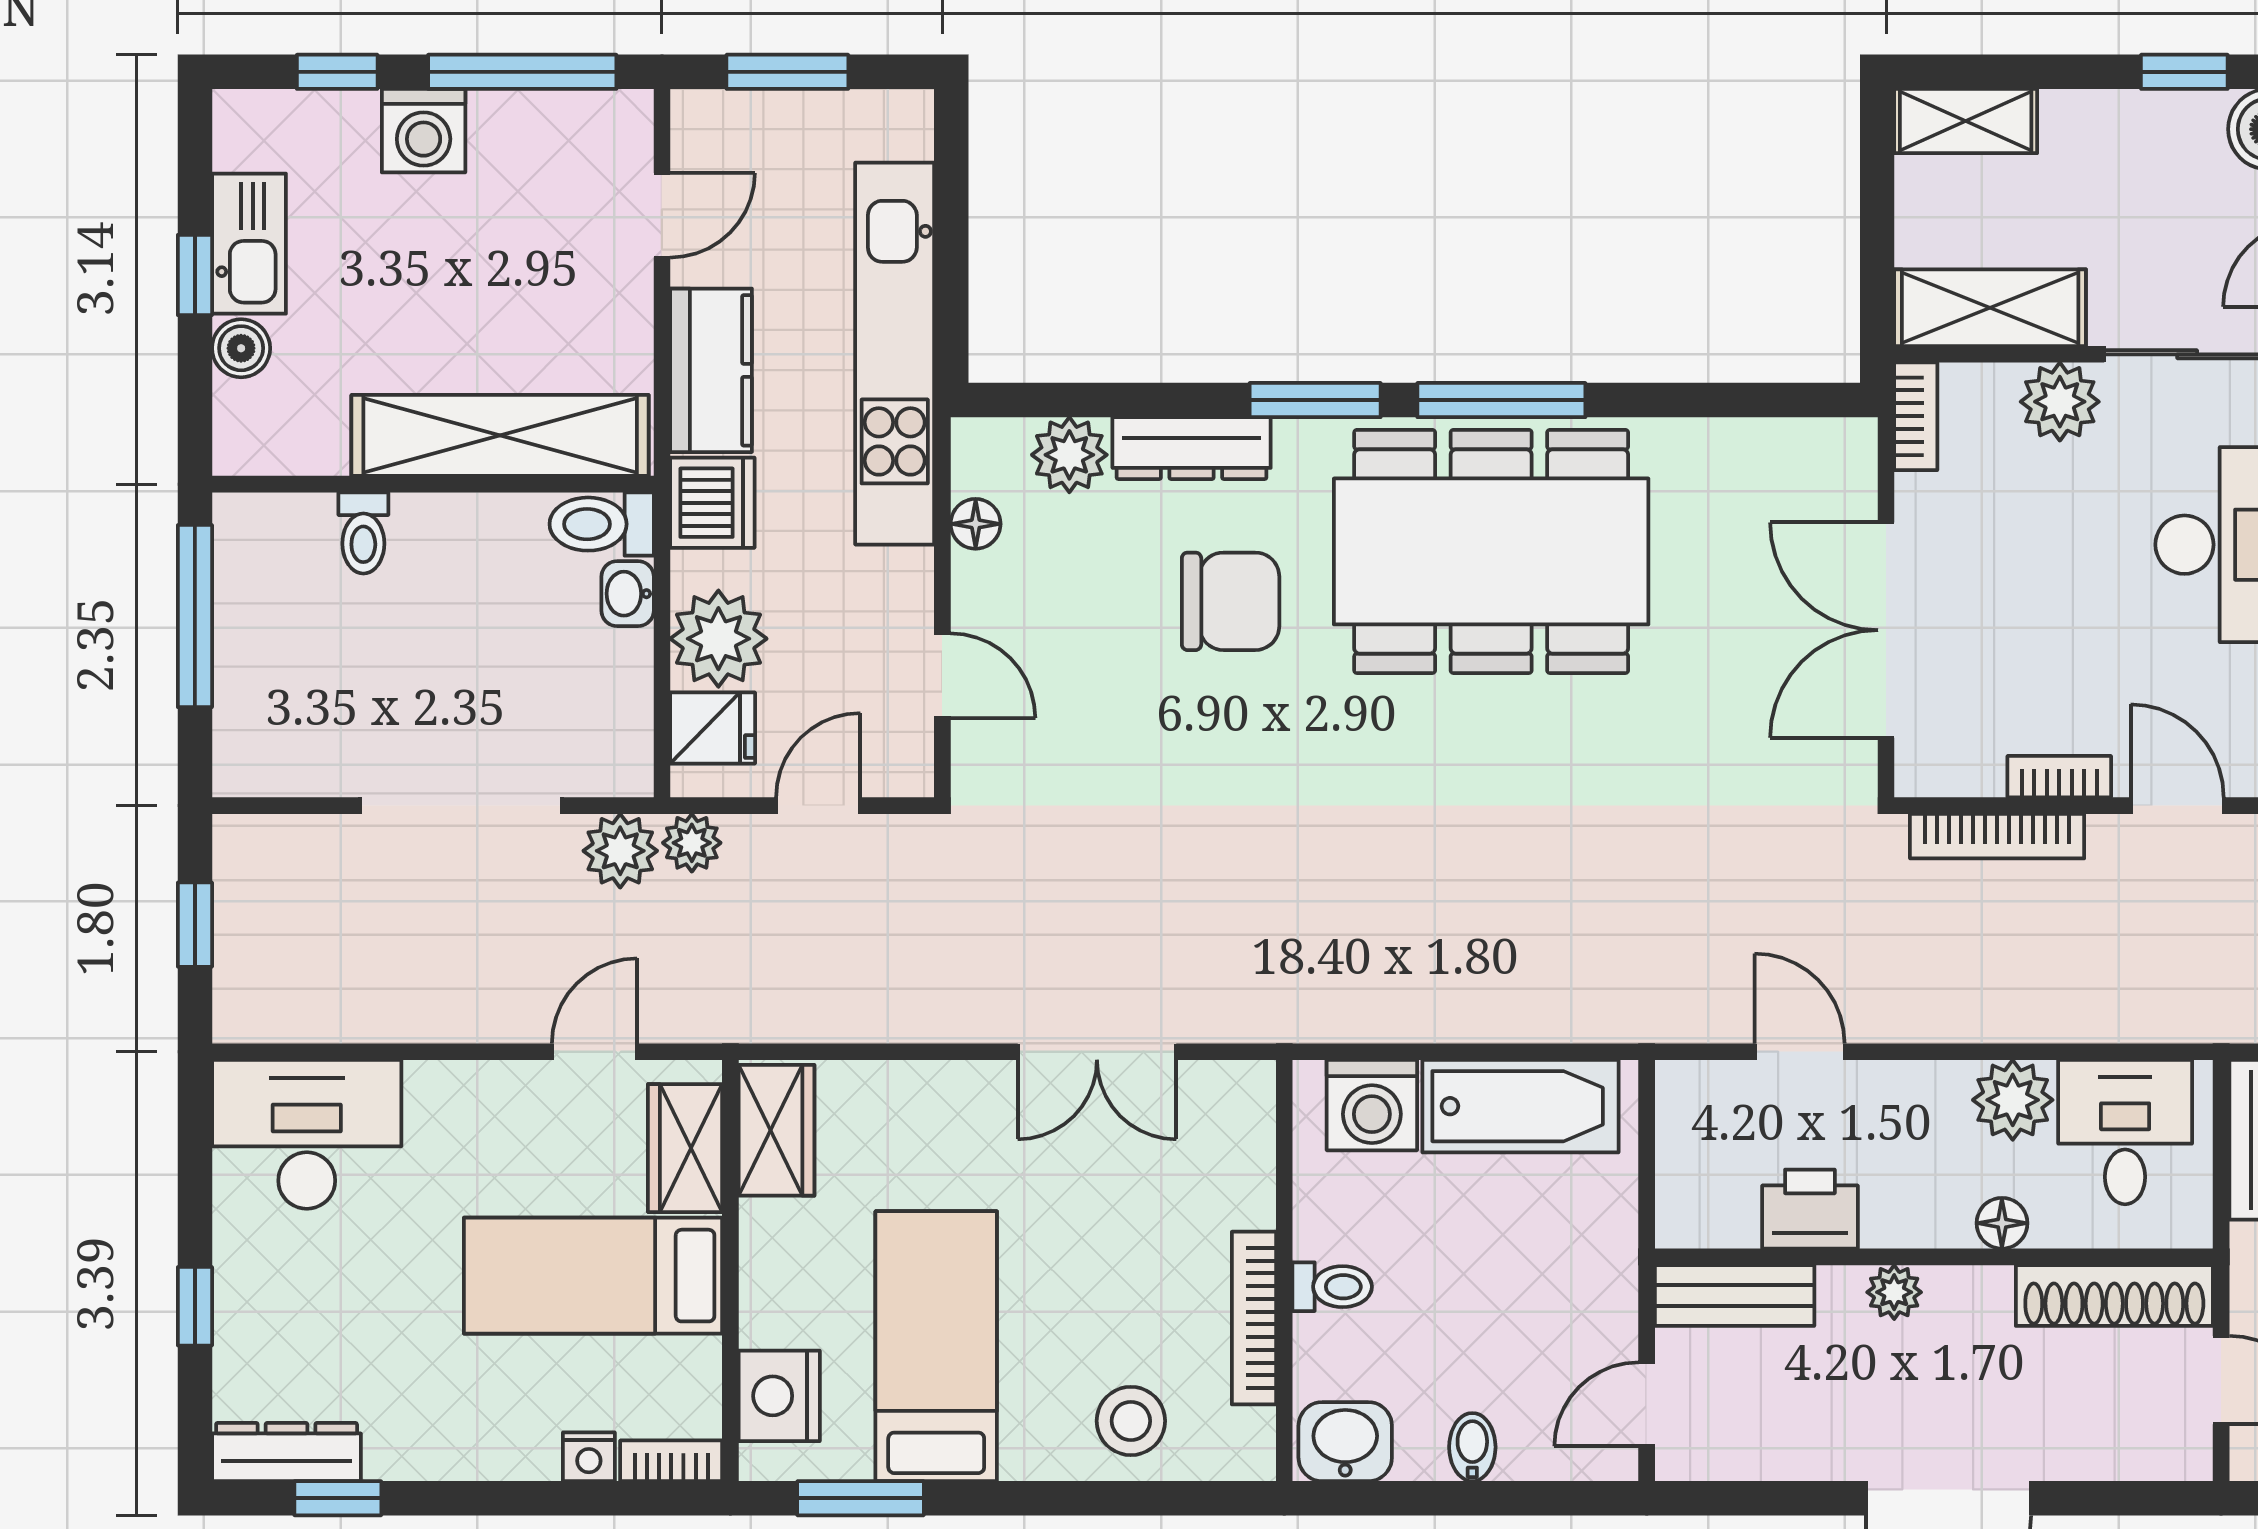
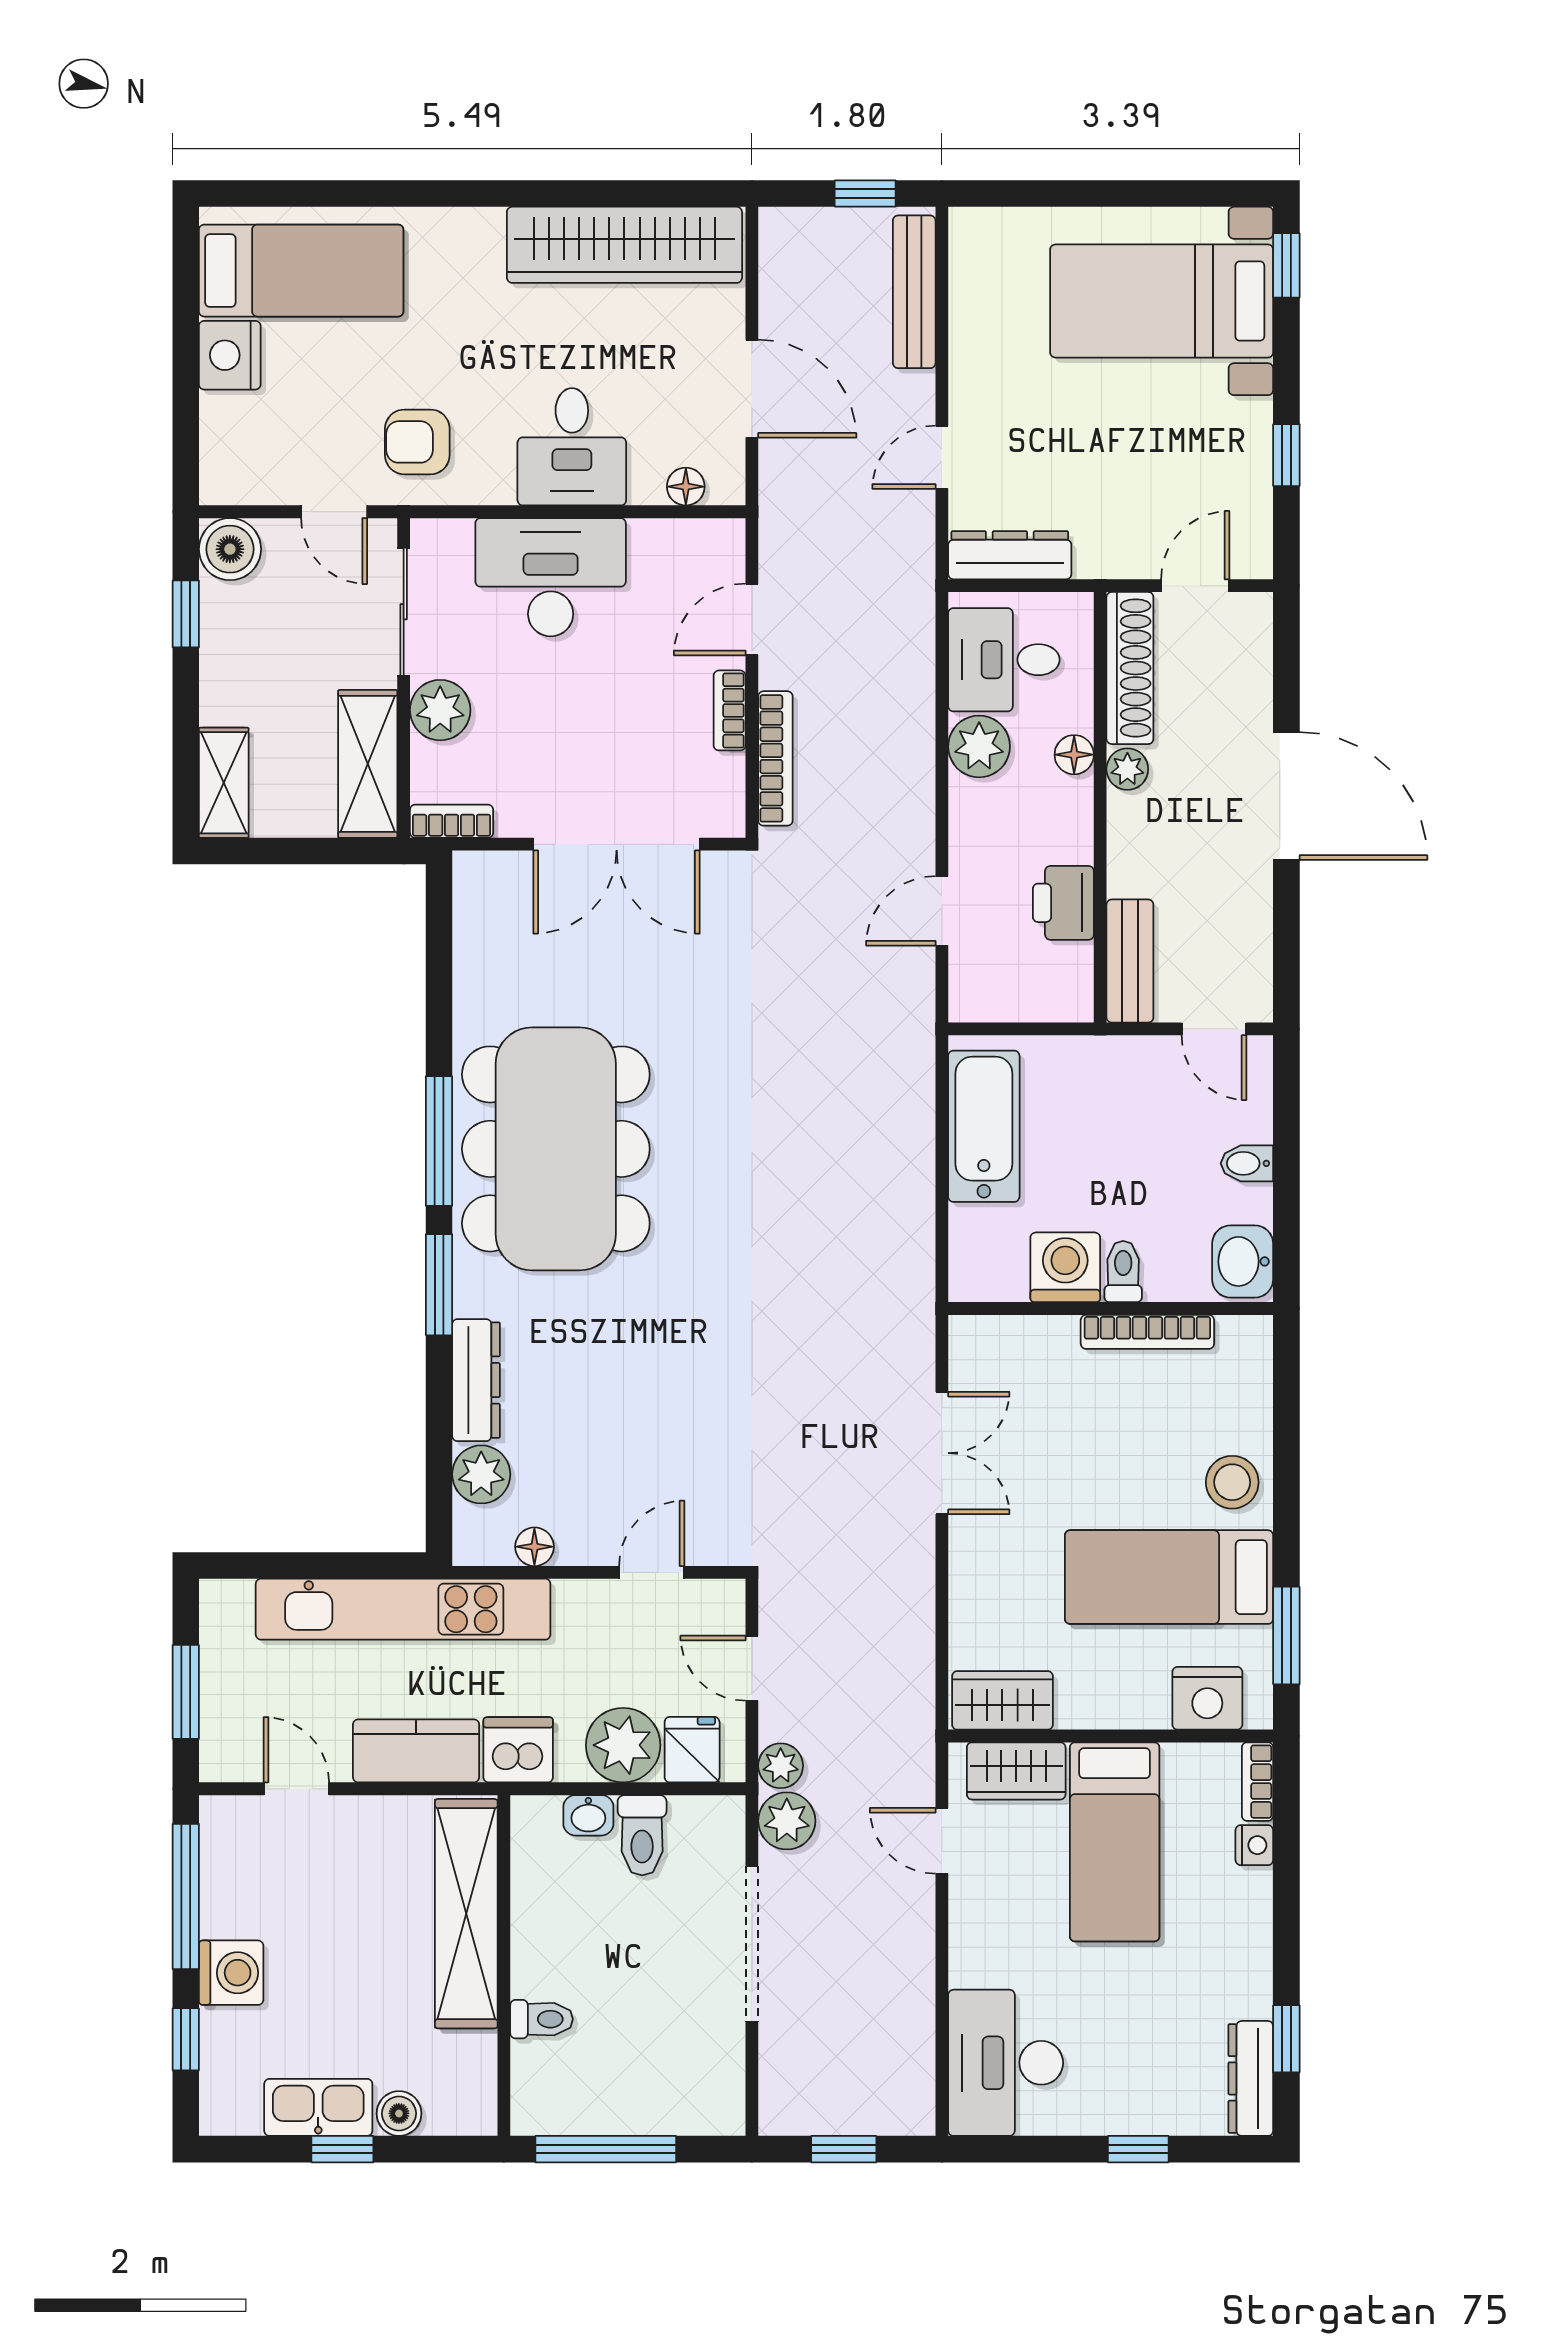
toilet: (602, 524) -> (642, 1835), moved
chair: (1231, 601) -> (594, 1350), removed
washing machine: (1372, 1105) -> (1065, 1267), moved, turned -90
plant: (1894, 1292) -> (1127, 769), moved
stool: (1131, 1421) -> (1232, 1482), moved

